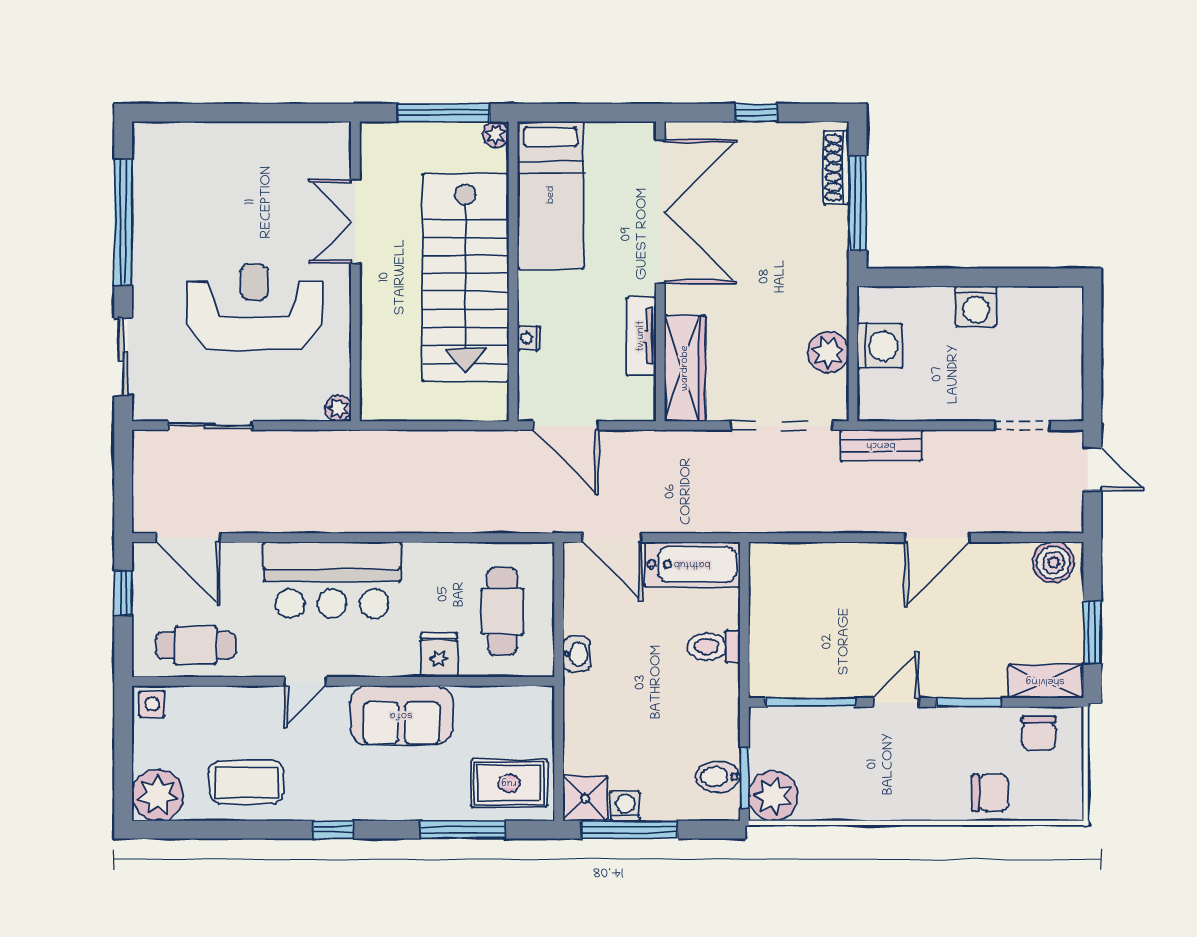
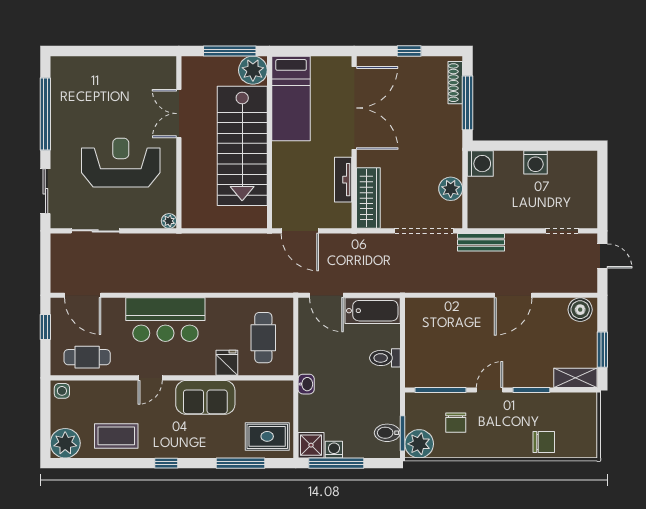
plant: (496, 135) -> (253, 70), width x1.88, depth x1.88
nightstand: (528, 338) -> (278, 181), removed
washing machine: (880, 346) -> (480, 164), moved
washbasin: (577, 654) -> (306, 384), moved
chair: (1039, 733) -> (456, 423), moved

